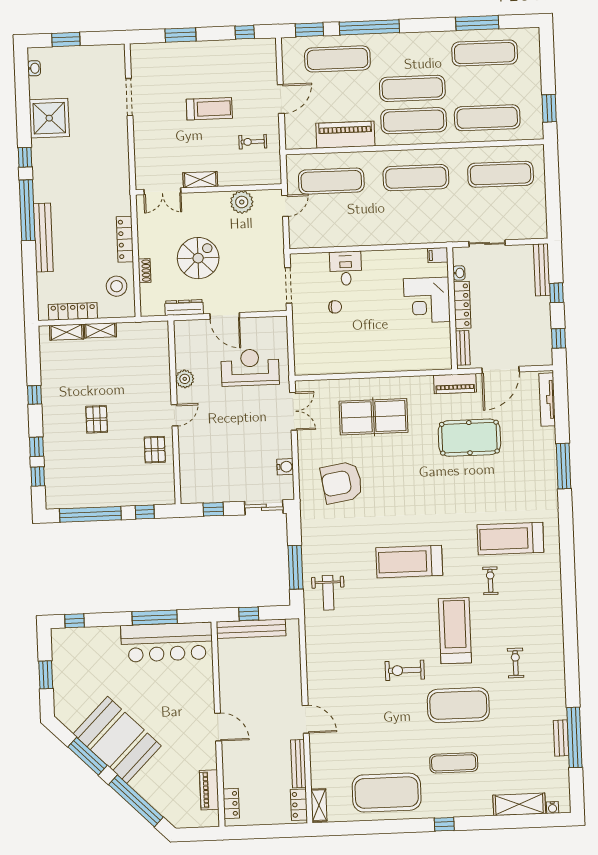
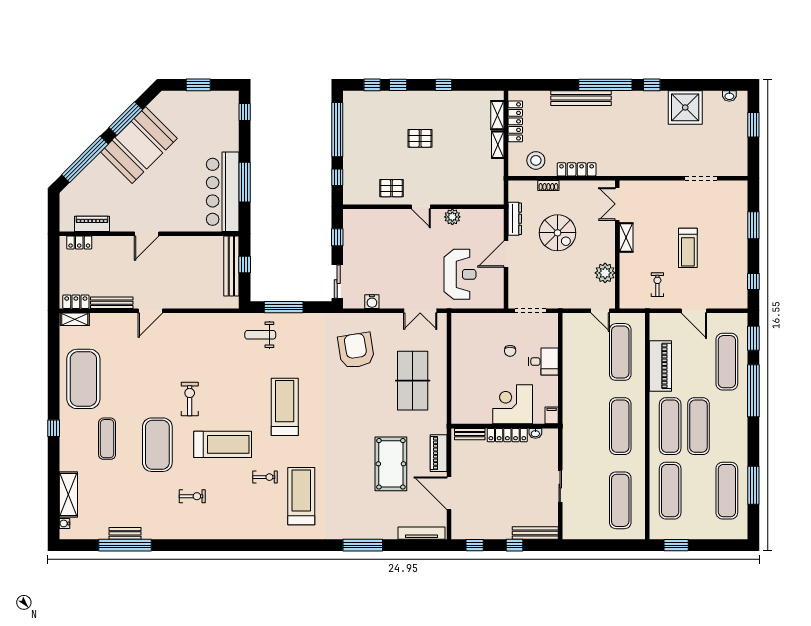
filing cabinet: (438, 255) -> (552, 415), moved
washbasin: (459, 273) -> (535, 433), moved
corner desk: (427, 300) -> (513, 404), moved
locker: (462, 305) -> (507, 435), moved
wall: (452, 308) -> (505, 426), moved
bench: (463, 348) -> (470, 434), moved

